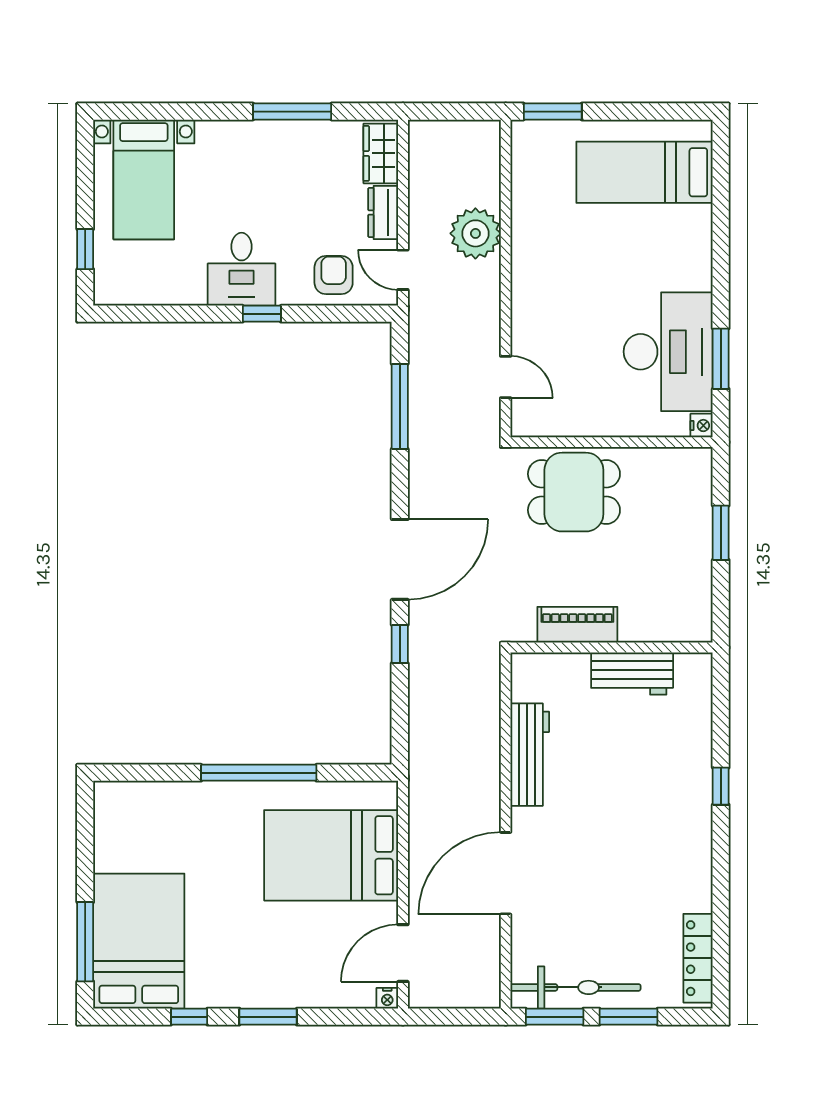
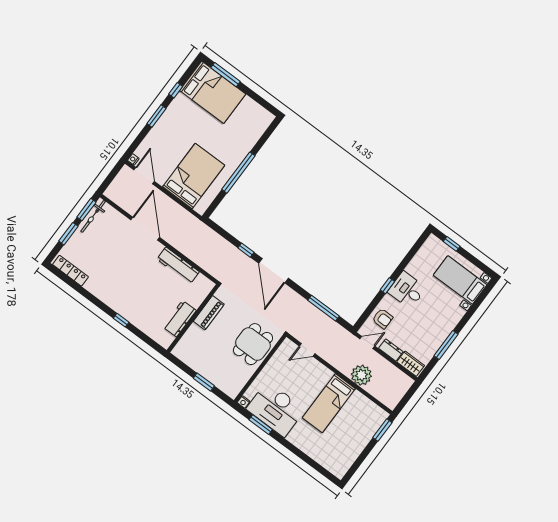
bed: (644, 172) -> (329, 403), moved, turned 180
bicycle: (576, 987) -> (93, 216), width x0.73, depth x0.71

